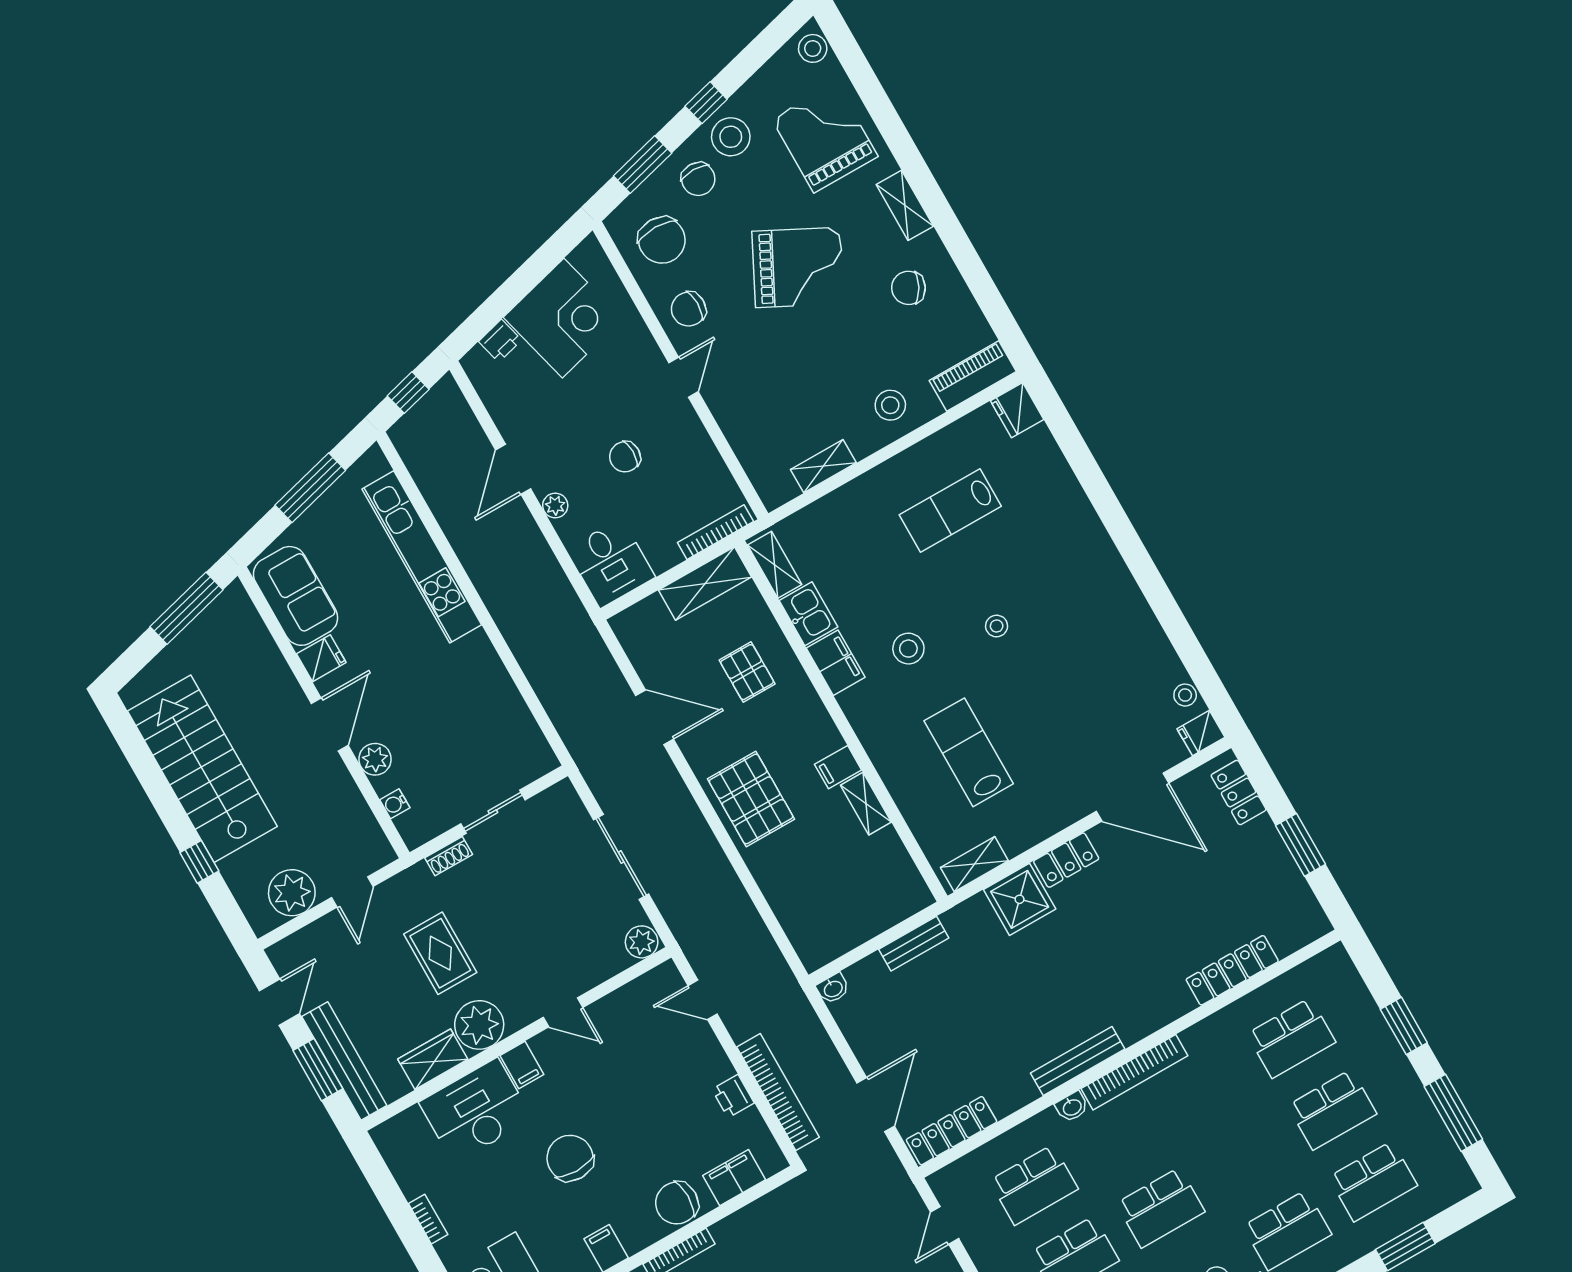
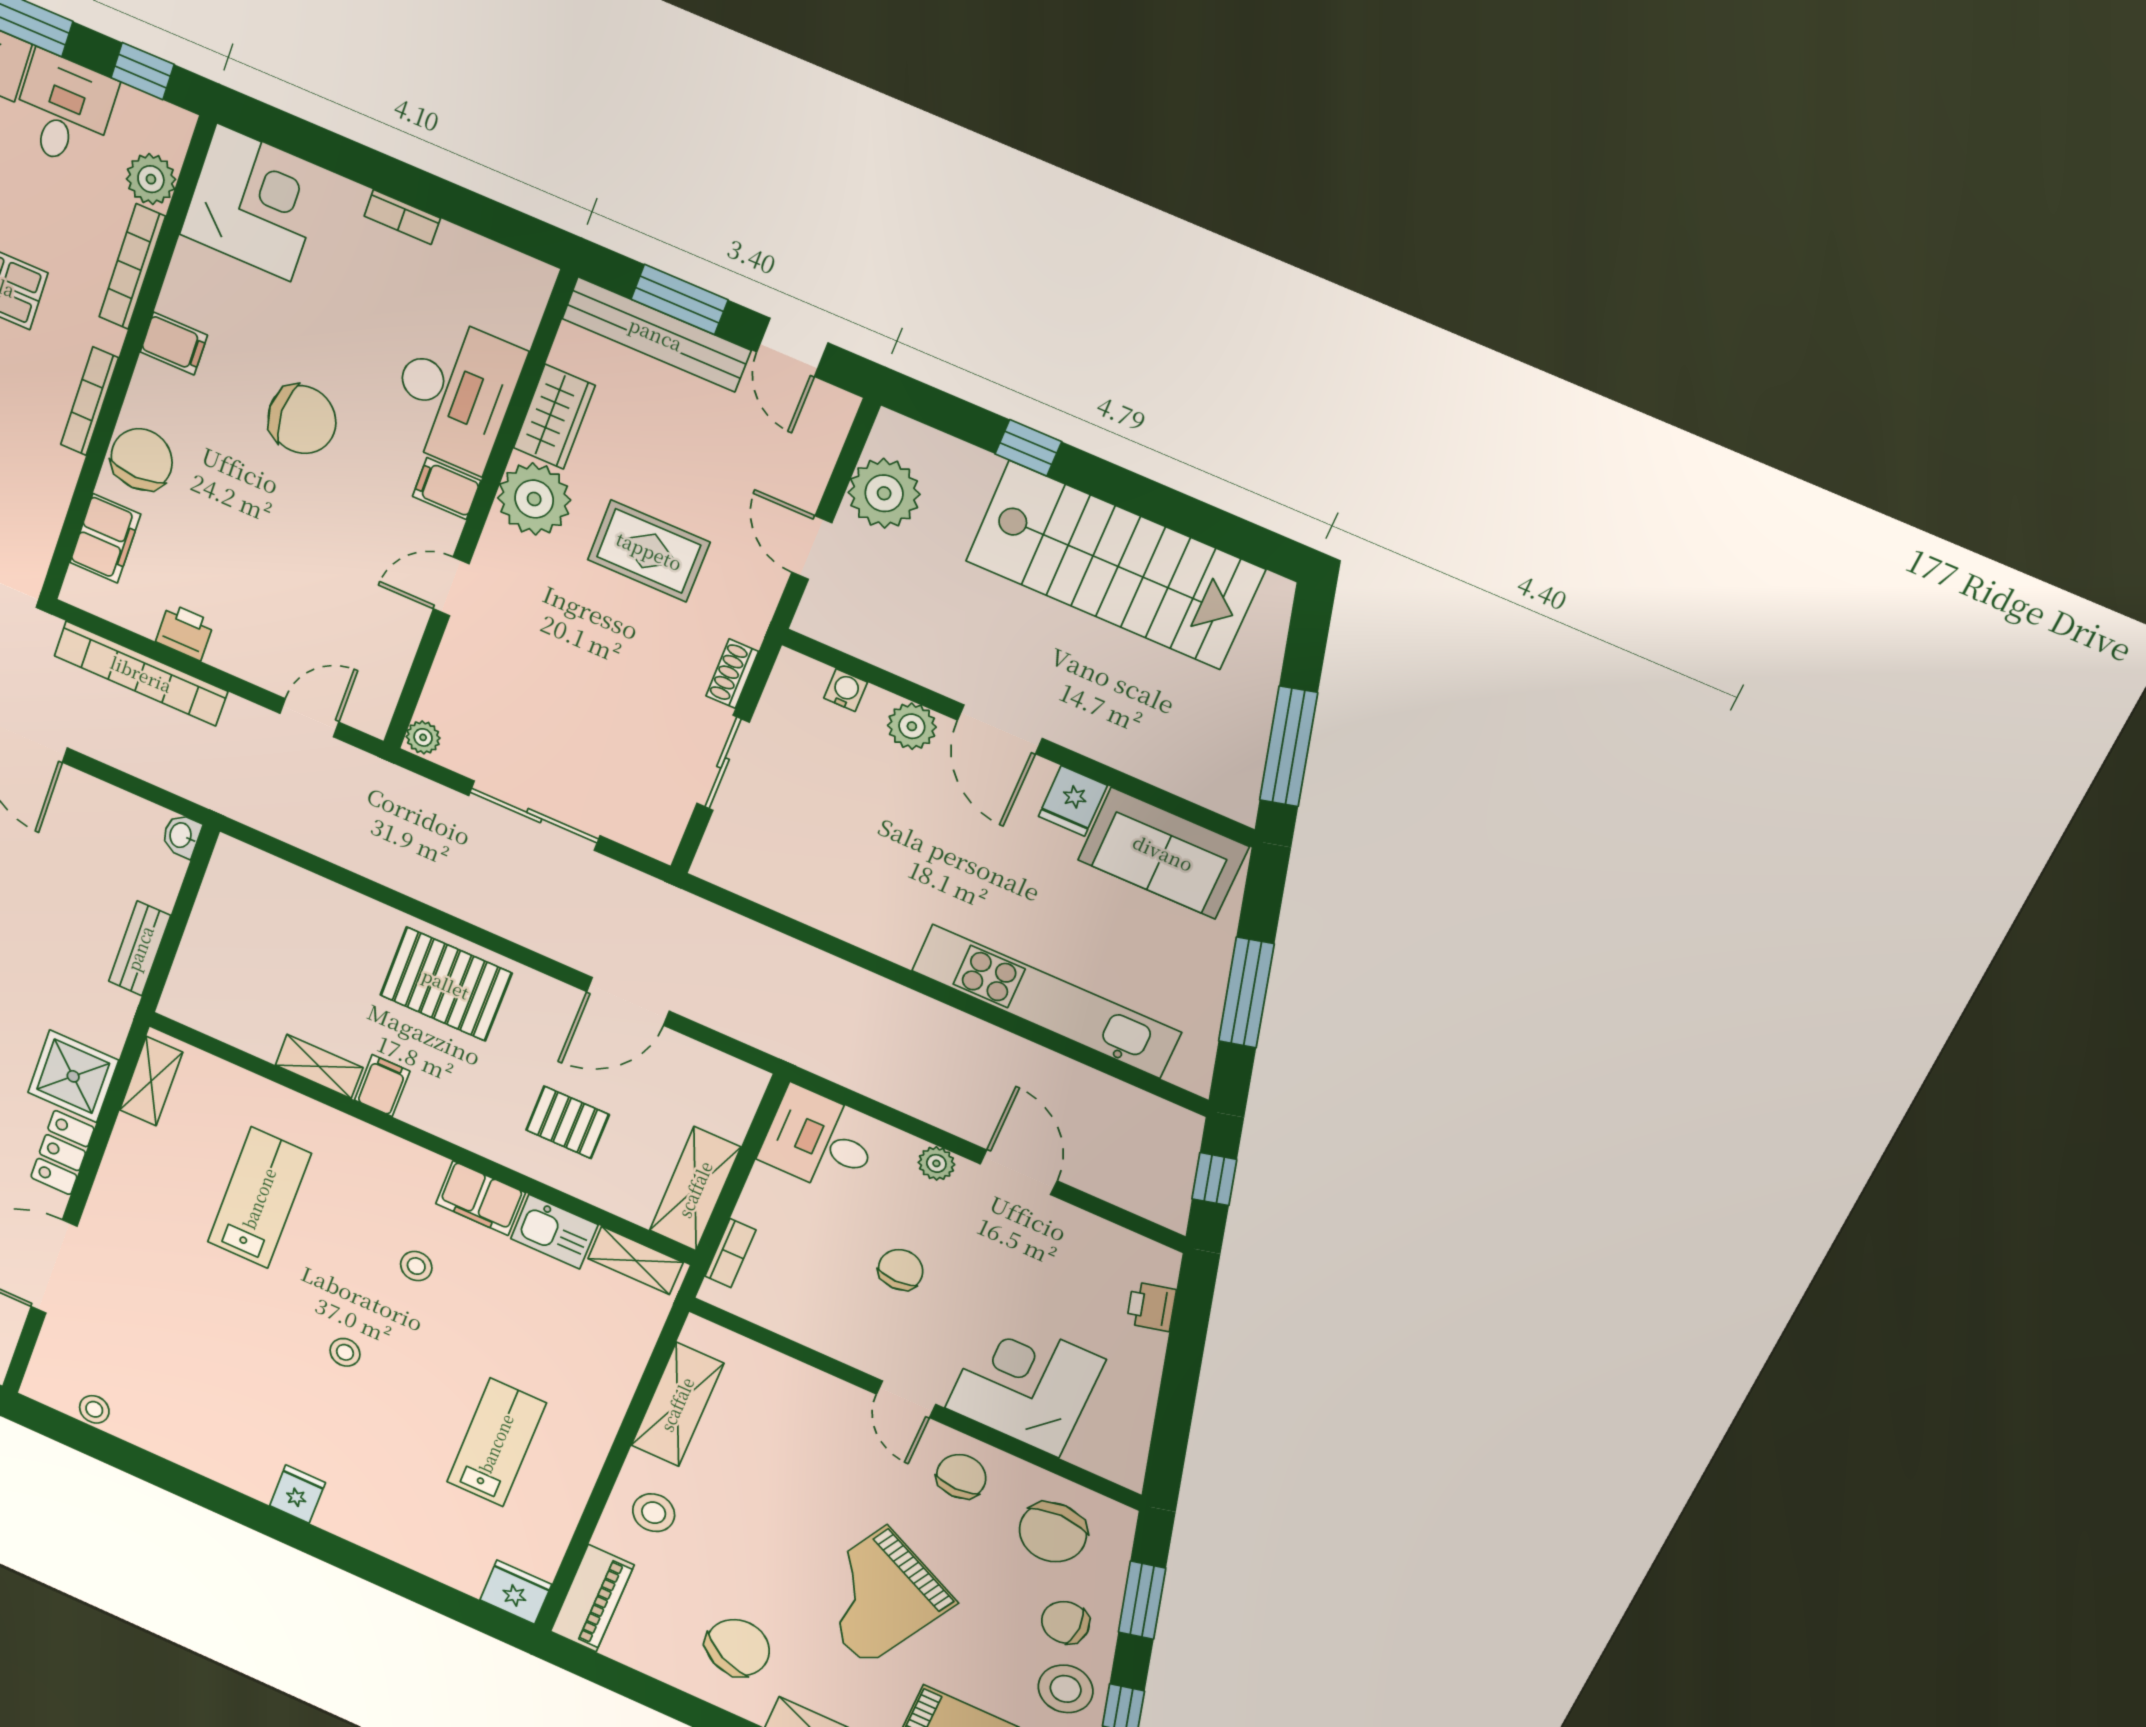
chair: (662, 240) -> (1053, 1532), turned -90
chair: (908, 288) -> (738, 1648), width x1.37, depth x1.37
corner desk: (563, 318) -> (1025, 1384), moved, turned 105
shelving: (823, 466) -> (677, 1404), width x1.50, depth x1.33
bookcase: (715, 532) -> (730, 1253), width x0.64
stool: (908, 649) -> (416, 1266), width x0.73, depth x0.73
fridge: (1201, 733) -> (297, 1494), moved
lab bench: (969, 752) -> (259, 1198), turned -90
plant: (642, 942) -> (423, 737), width x0.73, depth x0.73

